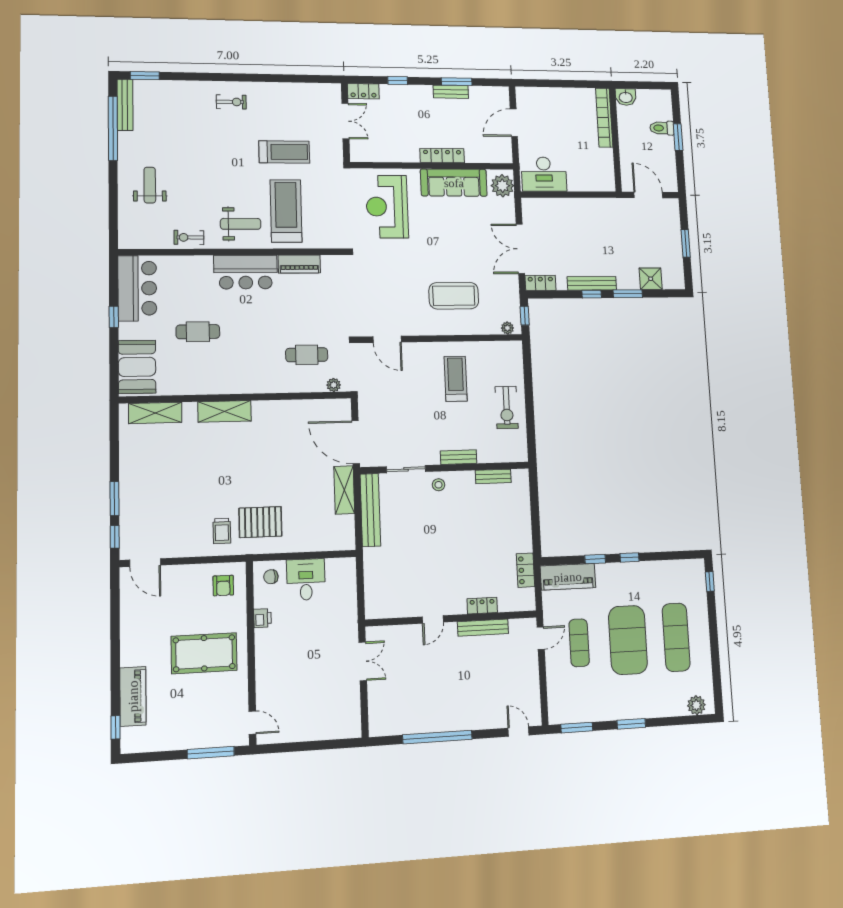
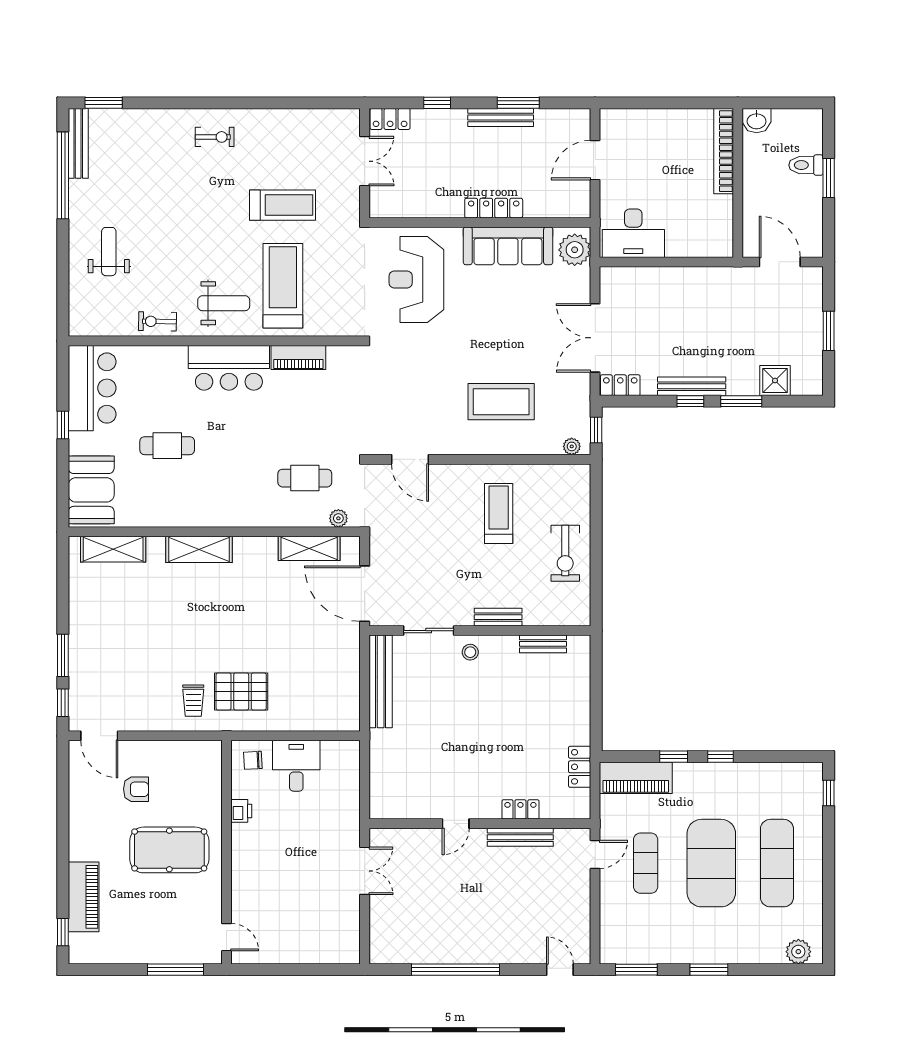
bench: (451, 92) -> (501, 117), width x1.36
shelving: (344, 490) -> (309, 548), moved, turned 90
armchair: (223, 586) -> (136, 789), moved, turned -90

